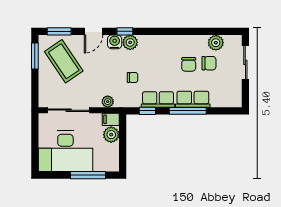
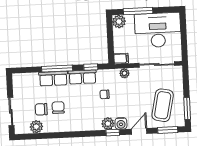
coffee table: (64, 61) -> (163, 105), turned 46
plant: (111, 135) -> (119, 22), moved

